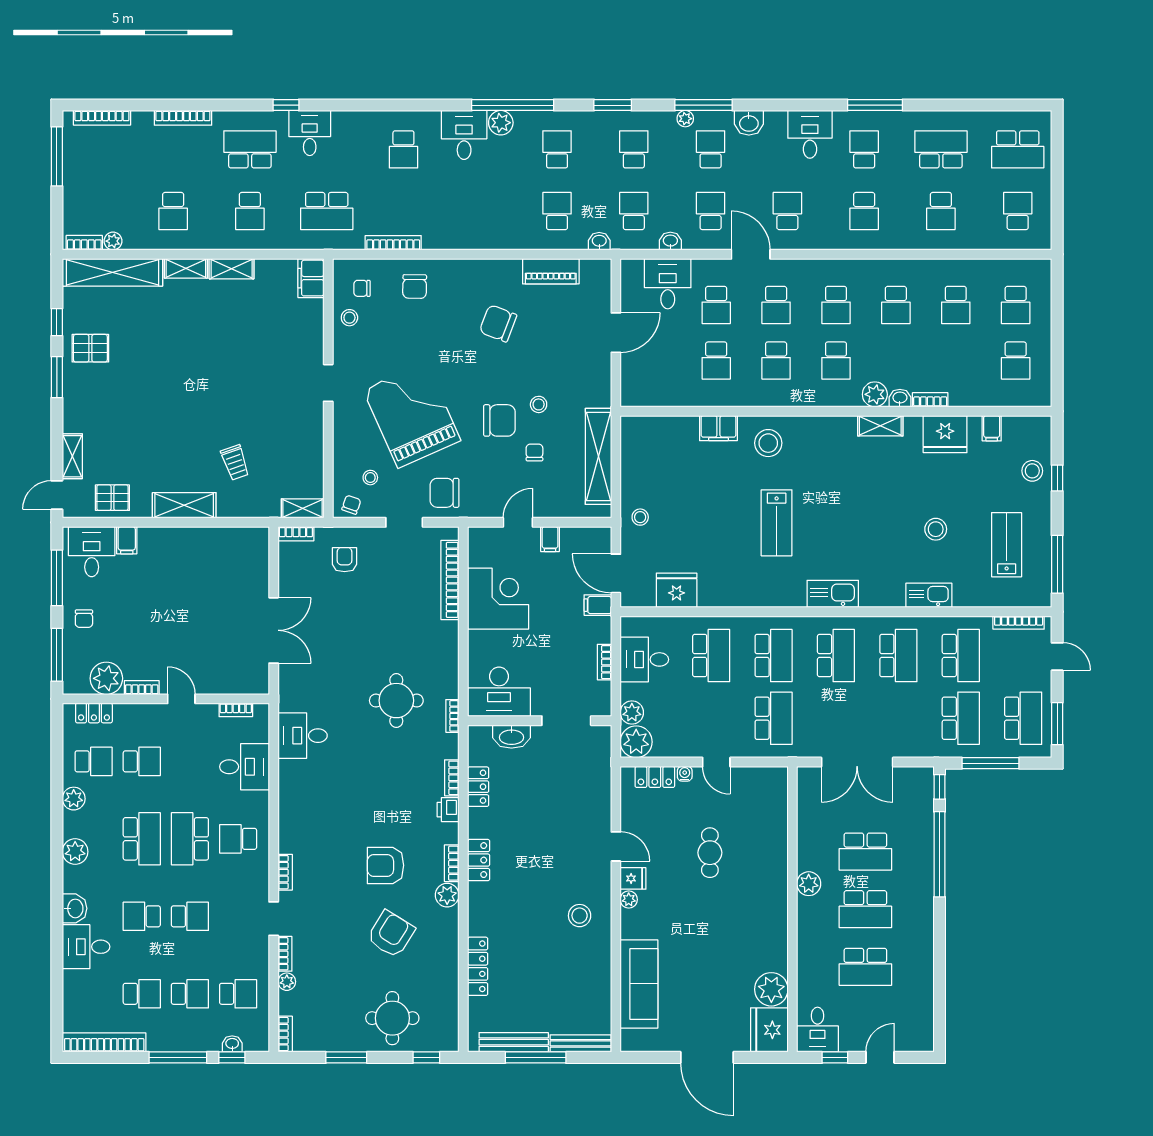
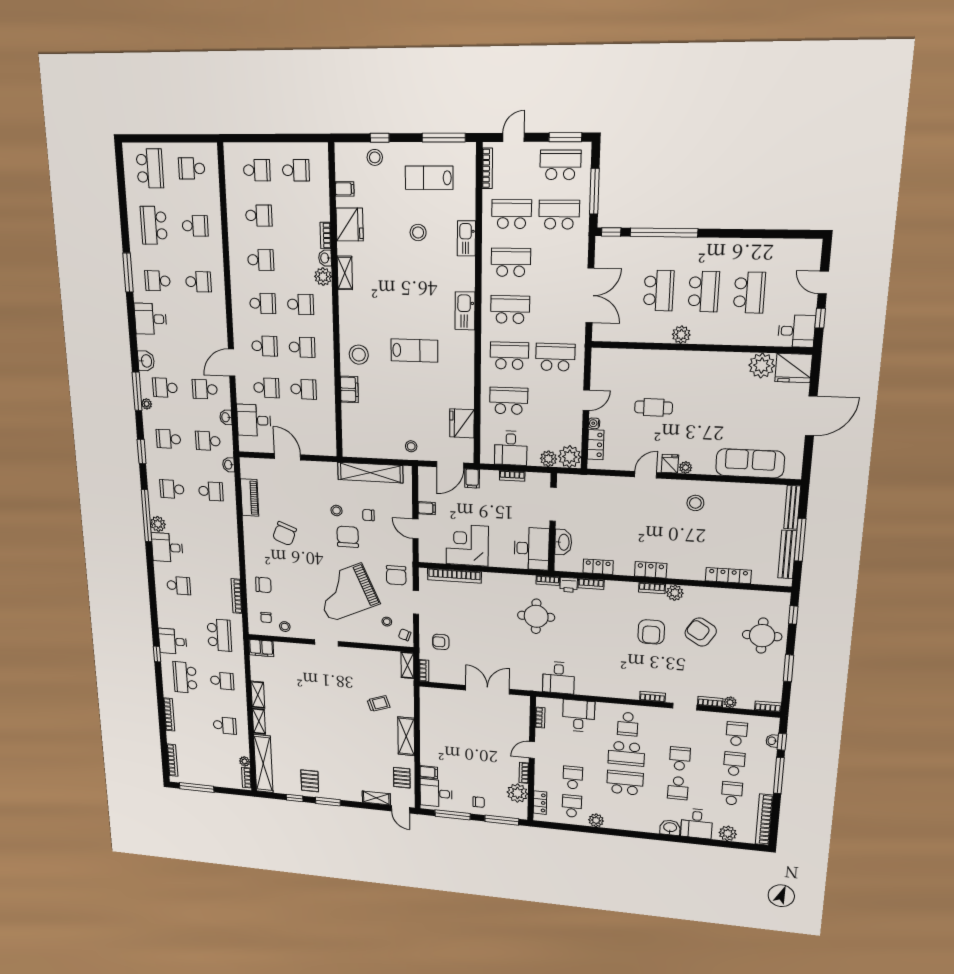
school desk: (557, 211) -> (211, 491), turned 180
school desk: (787, 211) -> (202, 336), removed
printer: (448, 810) -> (569, 585), moved
plant: (75, 852) -> (728, 833), moved

